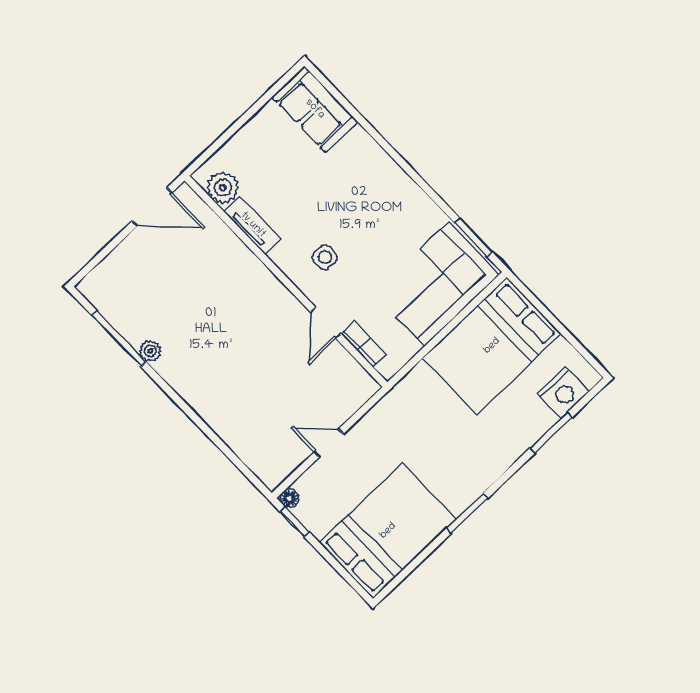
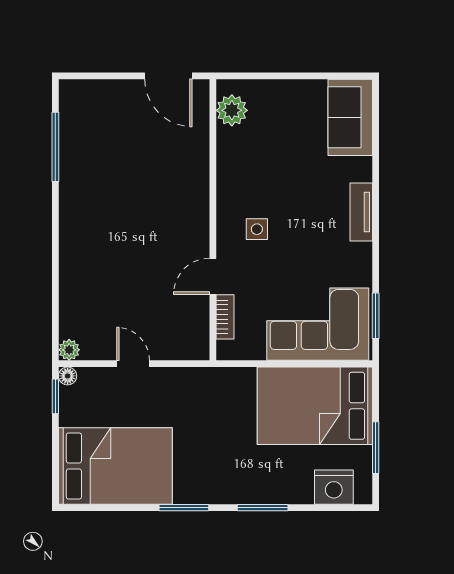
tv unit: (253, 225) -> (361, 212), moved, turned 180
window: (566, 334) -> (376, 448), added
plant: (150, 351) -> (69, 350), moved
window: (551, 433) -> (263, 508), moved

